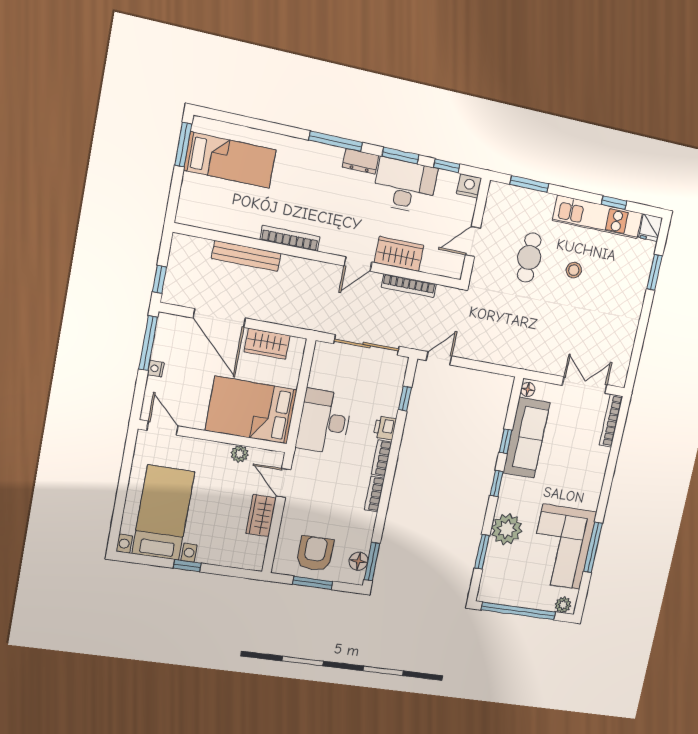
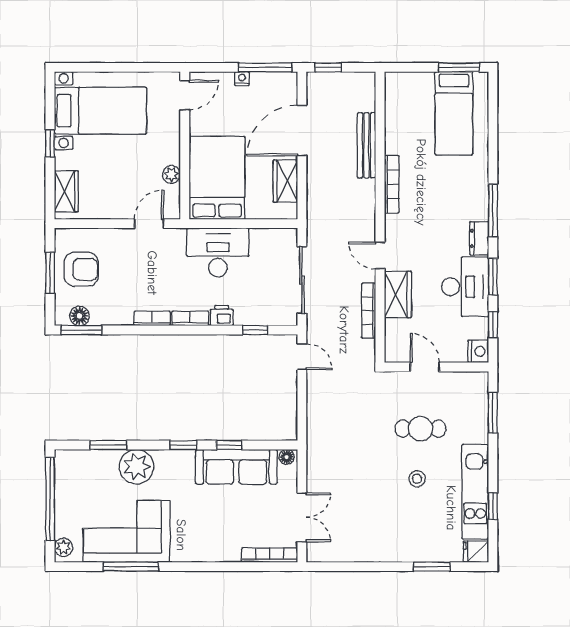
wardrobe: (261, 516) -> (66, 191), moved, turned 90

